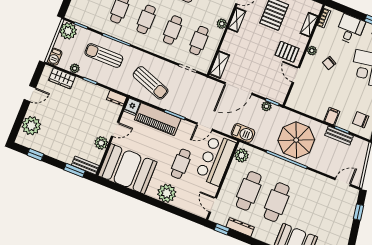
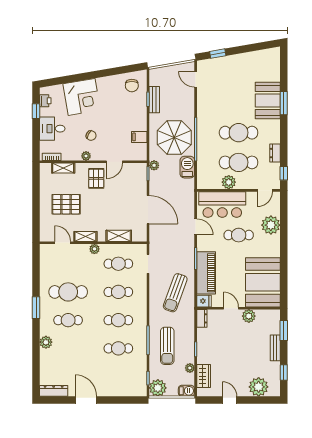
shelving: (220, 65) -> (119, 236), moved
sun lounger: (151, 83) -> (175, 293), turned 180
plant: (266, 106) -> (154, 165), moved
filing cabinet: (332, 116) -> (139, 137), moved
barbecue: (243, 133) -> (187, 167), moved
plant: (241, 155) -> (229, 182), moved
bench: (85, 165) -> (275, 348), moved
plant: (167, 193) -> (271, 225), moved
dresser: (240, 227) -> (275, 153), width x0.70

